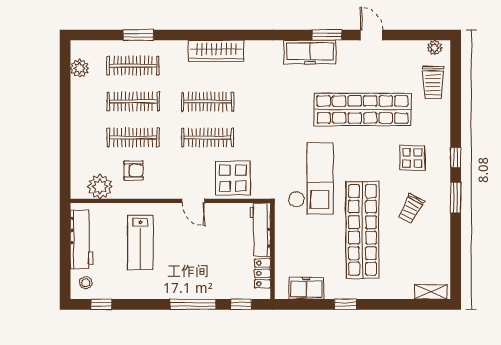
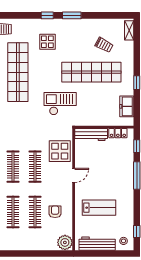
checkout: (311, 179) -> (60, 104), width x0.73, depth x0.83
plant: (100, 187) -> (65, 242), moved
trolley: (411, 209) -> (104, 45), moved

